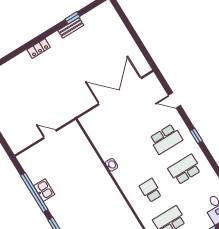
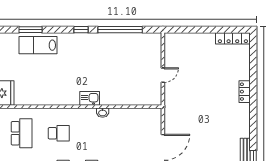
locker: (39, 48) -> (245, 92), moved
kitchen sink: (44, 190) -> (90, 98), moved, turned 180

